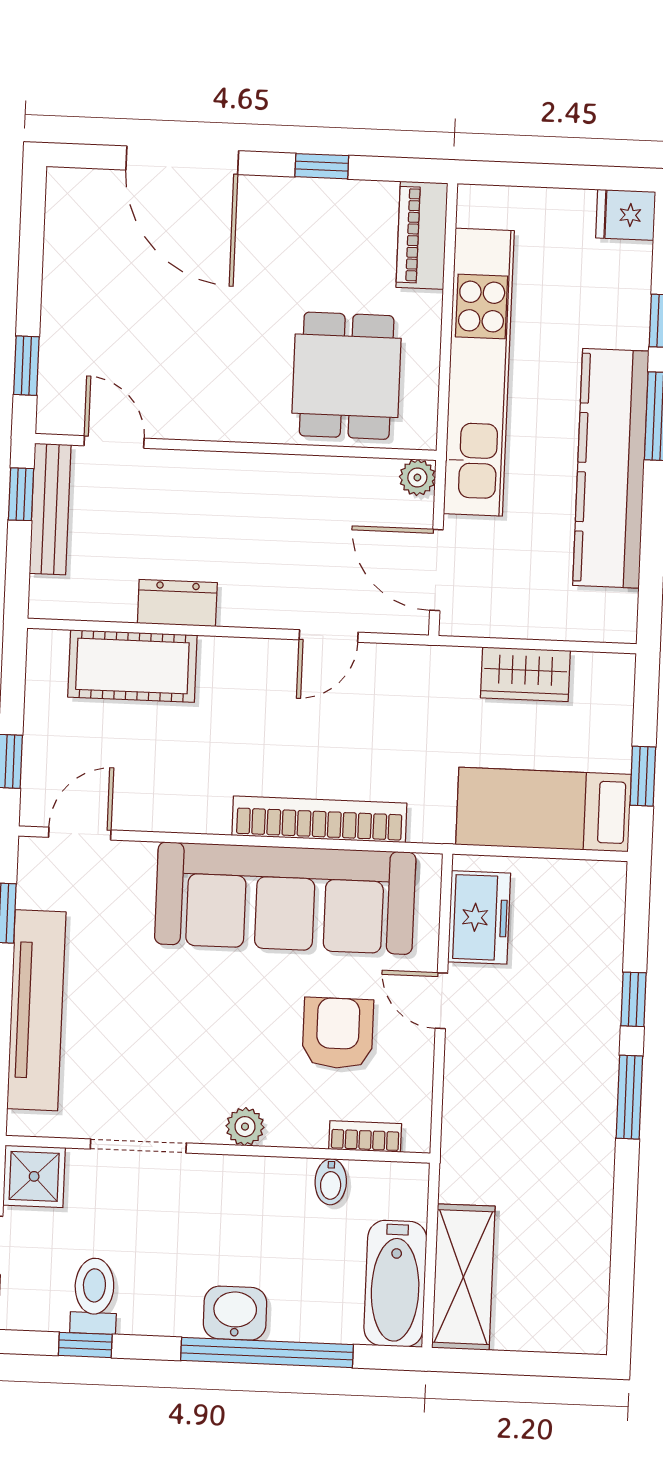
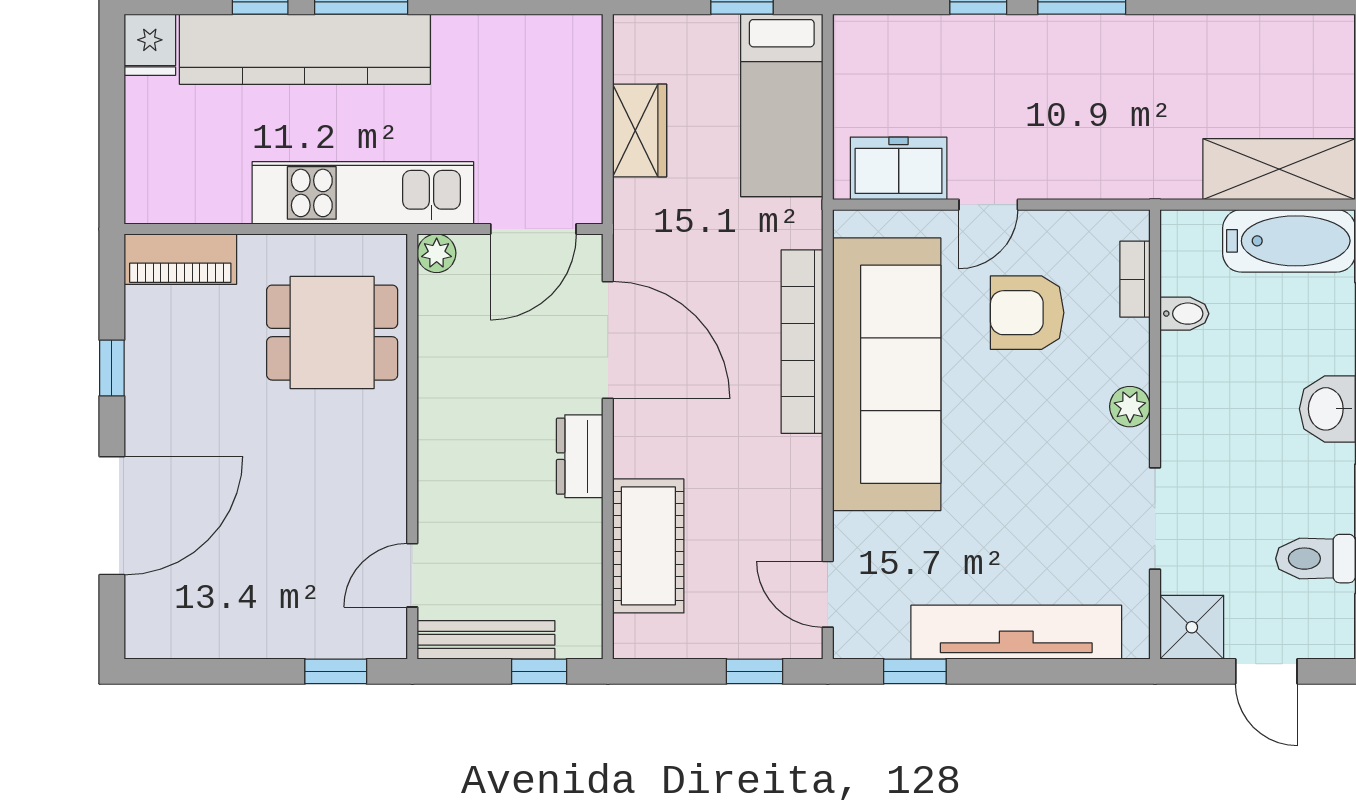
kitchen unit: (479, 372) -> (363, 193), width x0.73
kitchen counter: (611, 468) -> (305, 49), moved
window: (21, 494) -> (539, 671), moved
dresser: (177, 603) -> (580, 456), moved
door: (329, 636) -> (608, 340), width x1.88

